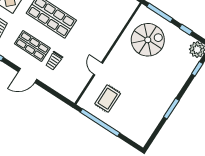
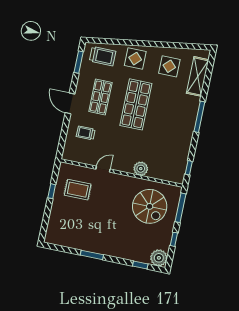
plant: (111, 35) -> (141, 169), added
trolley: (54, 61) -> (86, 133), moved
window: (100, 123) -> (52, 191), width x0.32

